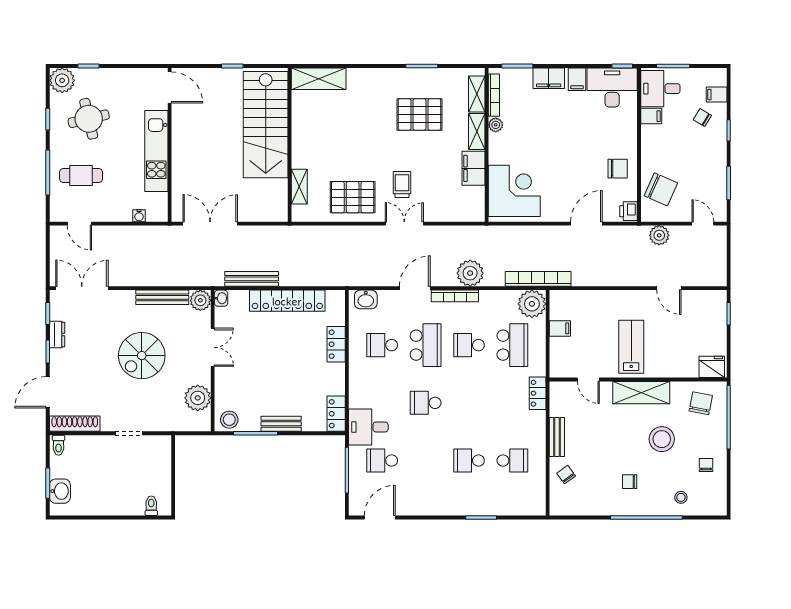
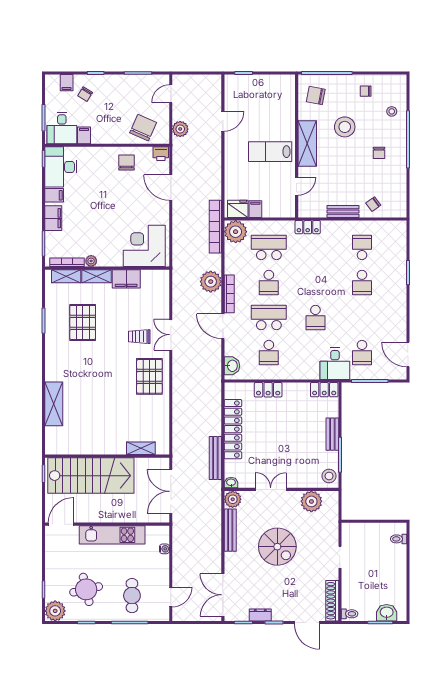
stairs: (266, 125) -> (91, 476), moved
wall: (290, 145) -> (107, 456), moved
shelving: (299, 187) -> (141, 448), moved
fridge: (712, 367) -> (238, 209), moved, turned 90

